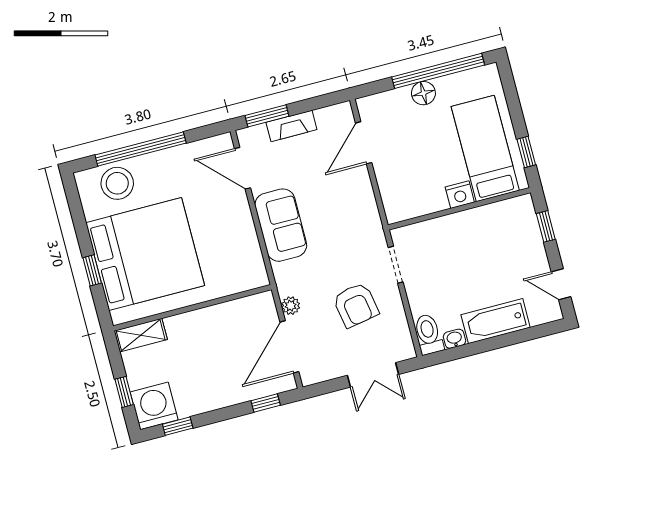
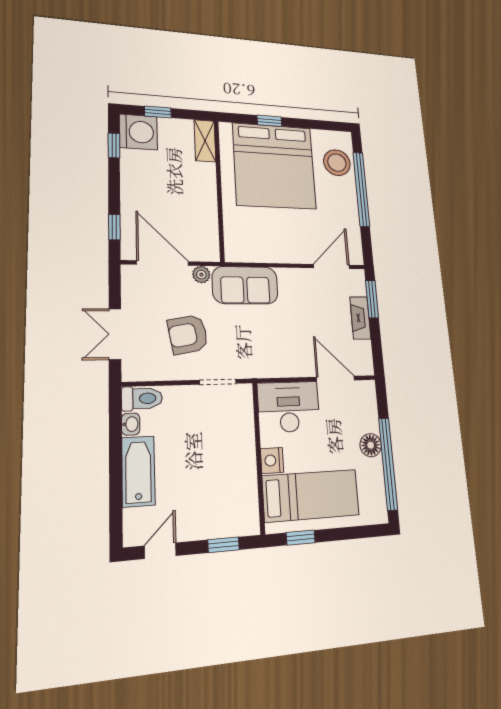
desk: (404, 188) -> (289, 407), added
sofa: (281, 225) -> (245, 285), moved

